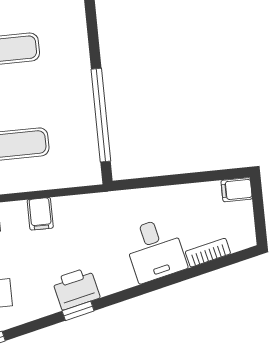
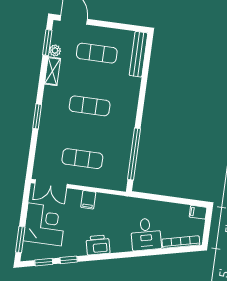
bookcase: (208, 253) -> (181, 242), width x1.56
window: (78, 311) -> (69, 260), moved

